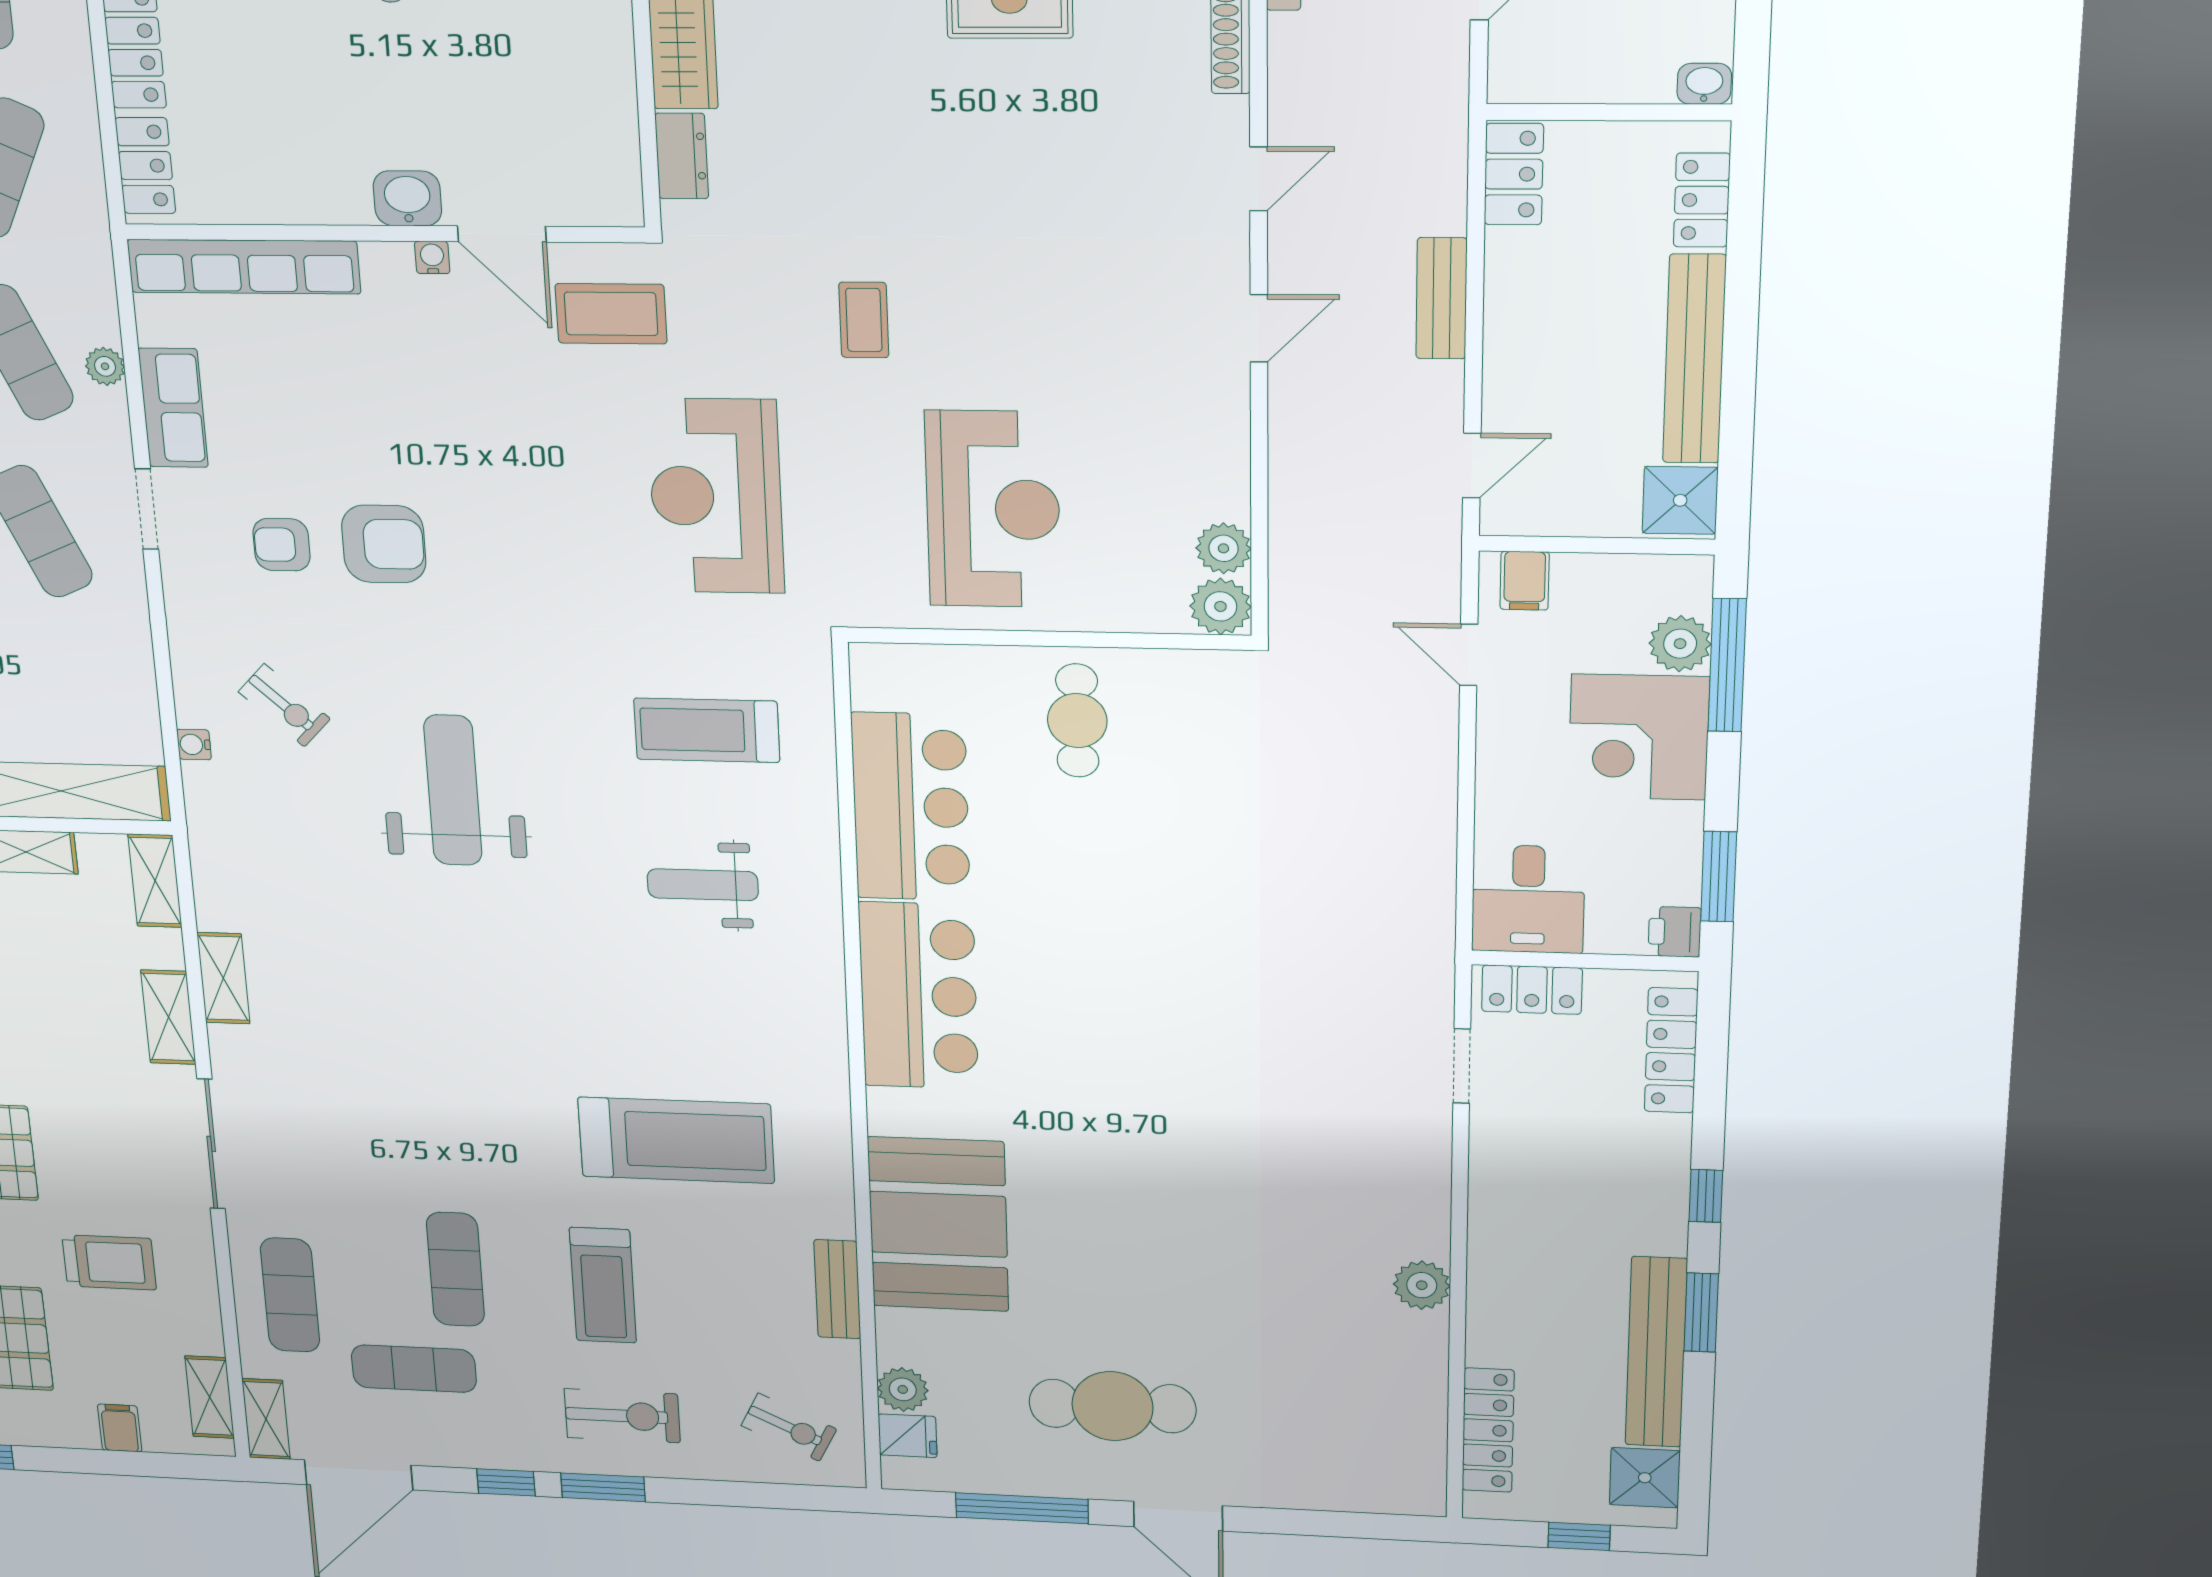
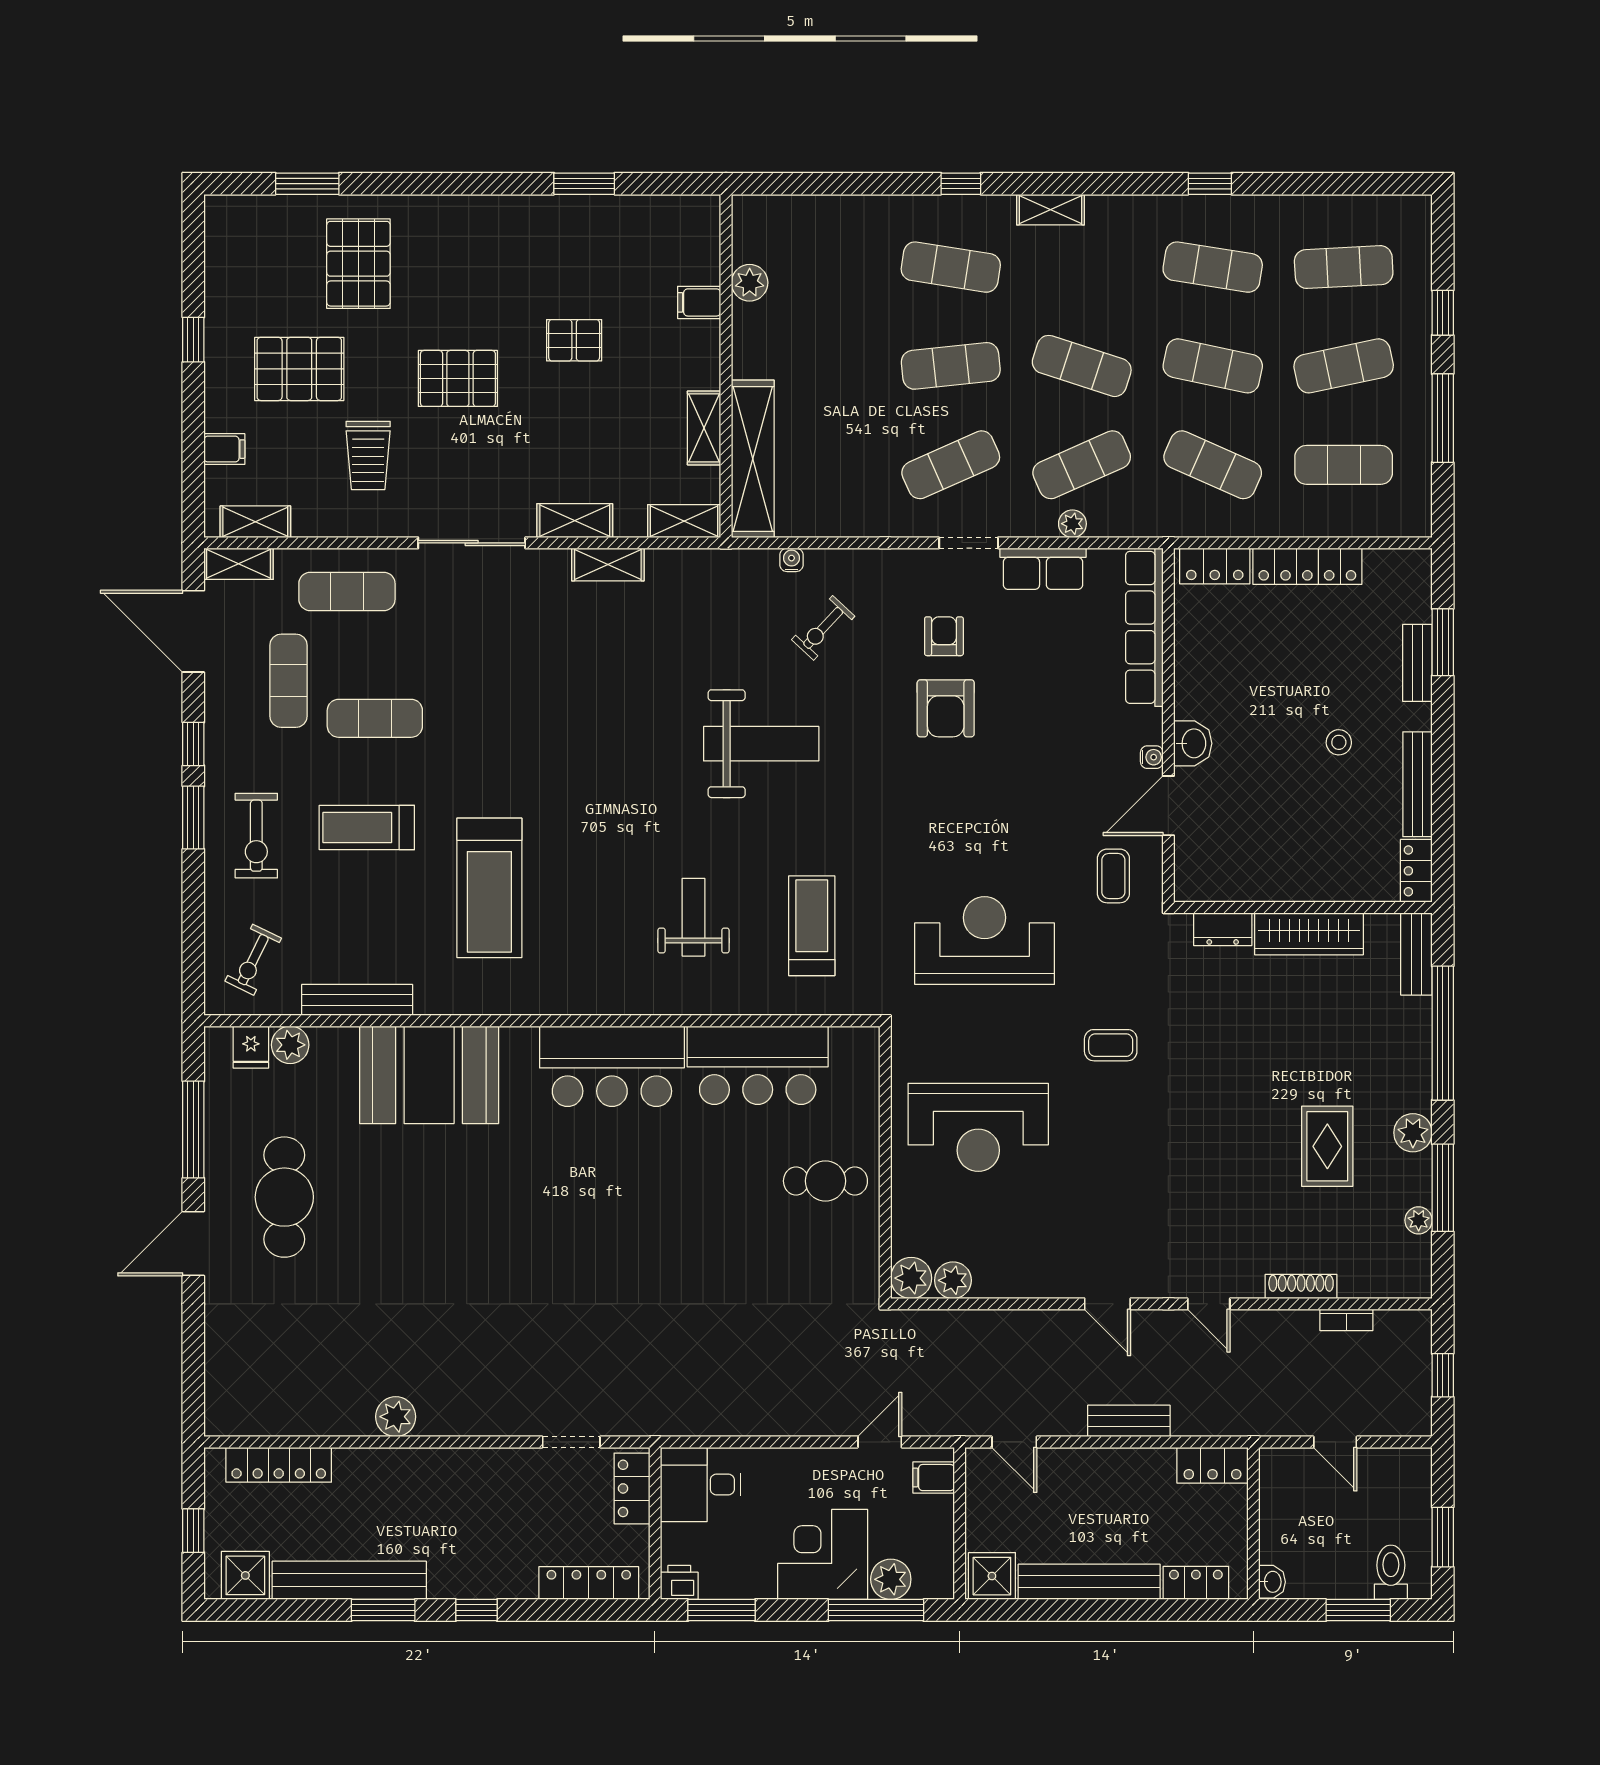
coffee table: (611, 314) -> (1113, 876), width x0.73, depth x0.77
bench: (837, 1289) -> (357, 1000), width x1.36

